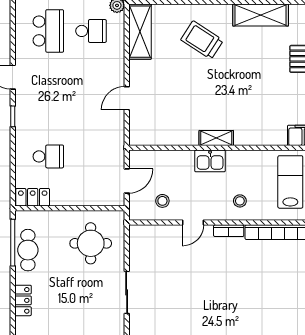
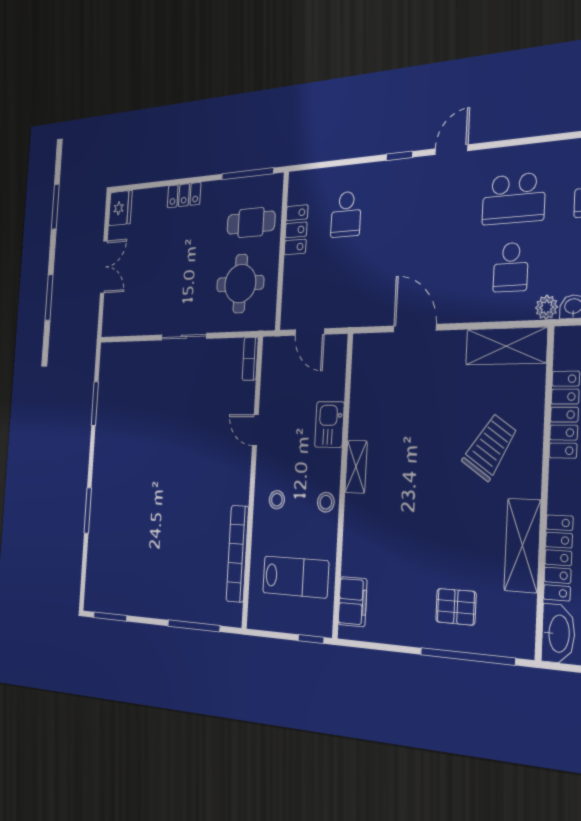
door: (127, 98) -> (415, 328), width x1.38
kitchen sink: (210, 161) -> (329, 424), moved
locker: (33, 197) -> (296, 230), moved
stool: (162, 201) -> (326, 502), moved
bookcase: (229, 231) -> (250, 359), moved
cafe table: (28, 250) -> (251, 223), moved

